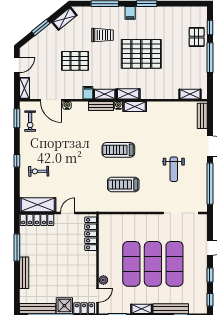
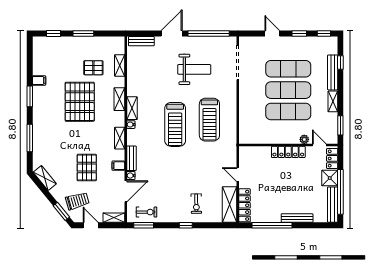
filing cabinet: (130, 13) -> (39, 80), moved
window: (41, 27) -> (61, 211), moved
trolley: (102, 35) -> (77, 201), moved, turned 74
pallet: (197, 37) -> (93, 68), moved
window: (210, 58) -> (83, 33), width x0.69
filing cabinet: (88, 93) -> (118, 166), moved
shelving: (128, 94) -> (119, 99), moved
shelving: (190, 94) -> (120, 65), moved
bench: (101, 106) -> (131, 158), moved
treadmill: (118, 150) -> (175, 124), width x1.37, depth x1.38
weight bench: (174, 169) -> (194, 69), width x1.36, depth x1.33
treadmill: (123, 184) -> (209, 120), width x1.37, depth x1.38
locker: (91, 234) -> (288, 152), moved
window: (17, 247) -> (272, 225), width x1.46

